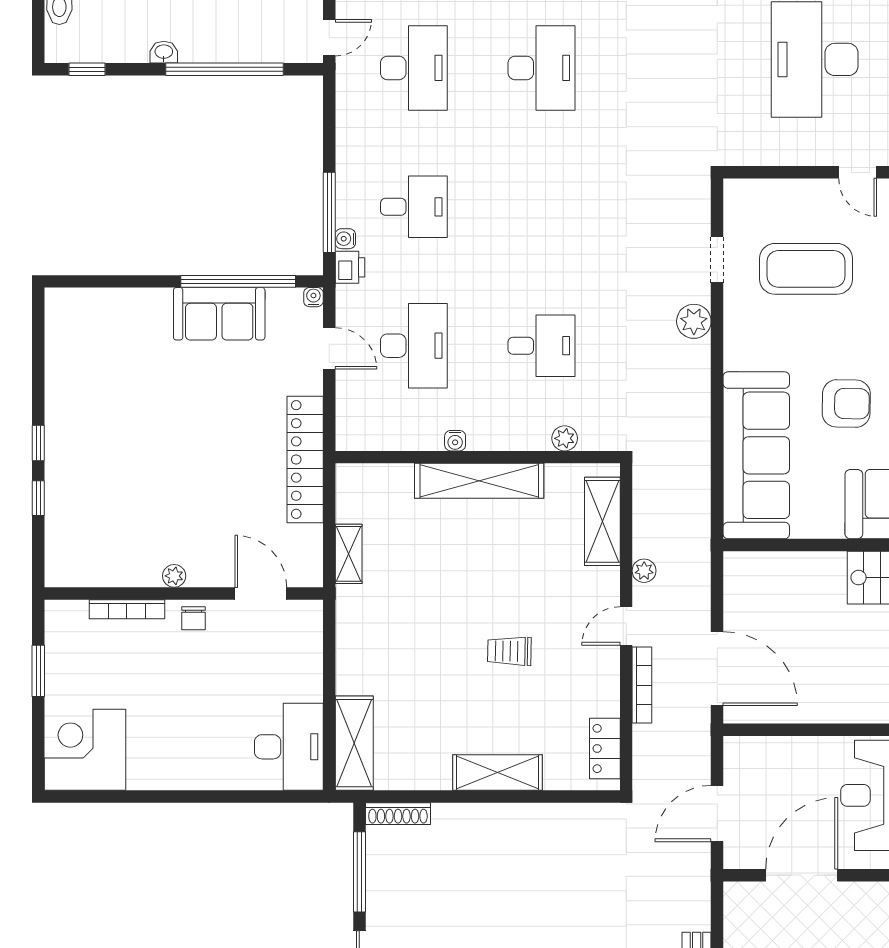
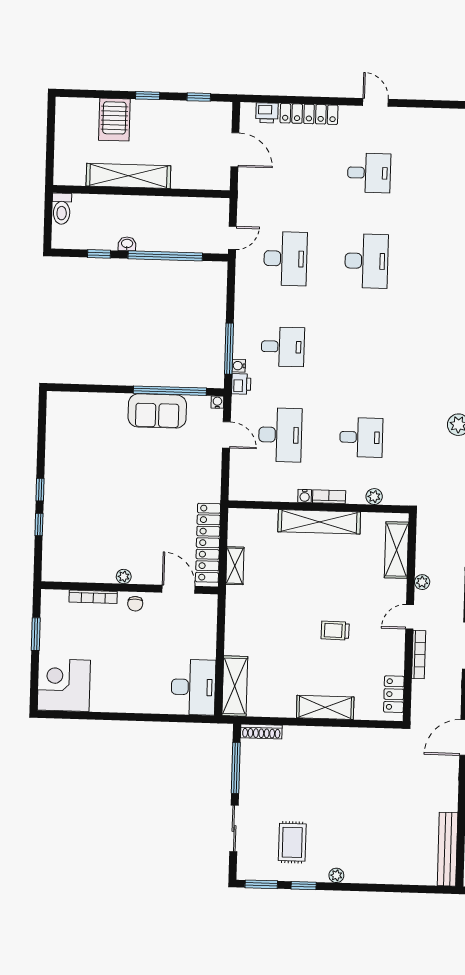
window: (87, 69) -> (99, 254), moved
bookcase: (494, 441) -> (329, 497), added
locker: (305, 459) -> (208, 543), moved

